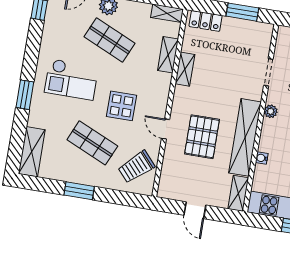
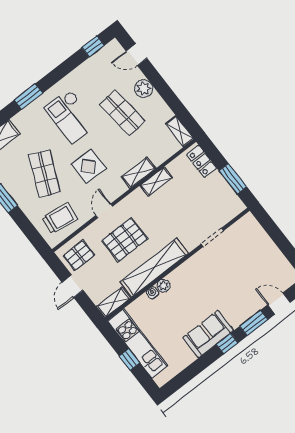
shop shelf: (110, 40) -> (122, 113), turned -30
shelving: (168, 55) -> (138, 173), moved
plant: (271, 111) -> (163, 286), moved
trolley: (136, 167) -> (60, 218), turned 140
pallet: (178, 182) -> (79, 255), added

